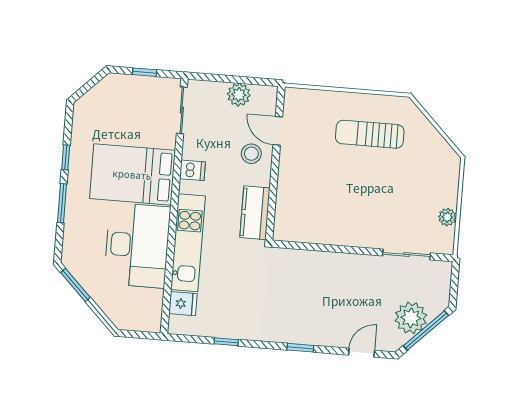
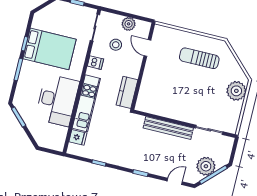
stool: (251, 154) -> (116, 45), moved
bed: (132, 174) -> (49, 49), moved, turned 180
plant: (447, 217) -> (236, 91), moved, width x1.87, depth x1.87
bench: (336, 263) -> (168, 128), added

